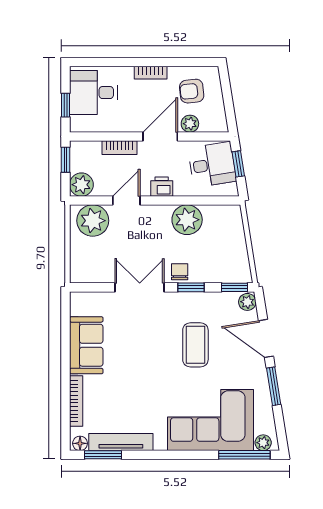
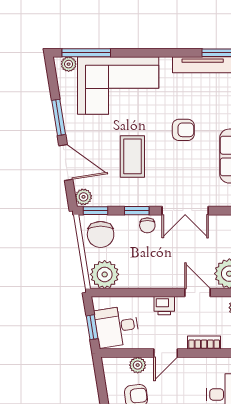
door: (160, 136) -> (166, 353), width x0.73
door: (126, 201) -> (198, 293), swing flipped
plant: (187, 220) -> (105, 274), moved
chair: (229, 262) -> (101, 234), added
armchair: (142, 373) -> (183, 130), added

